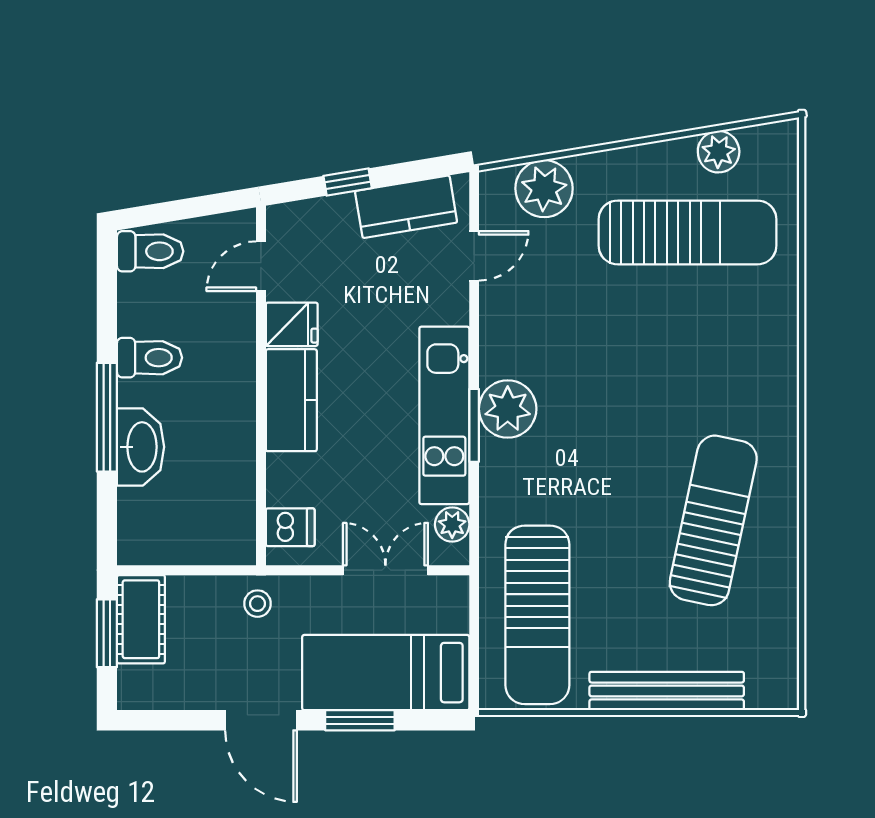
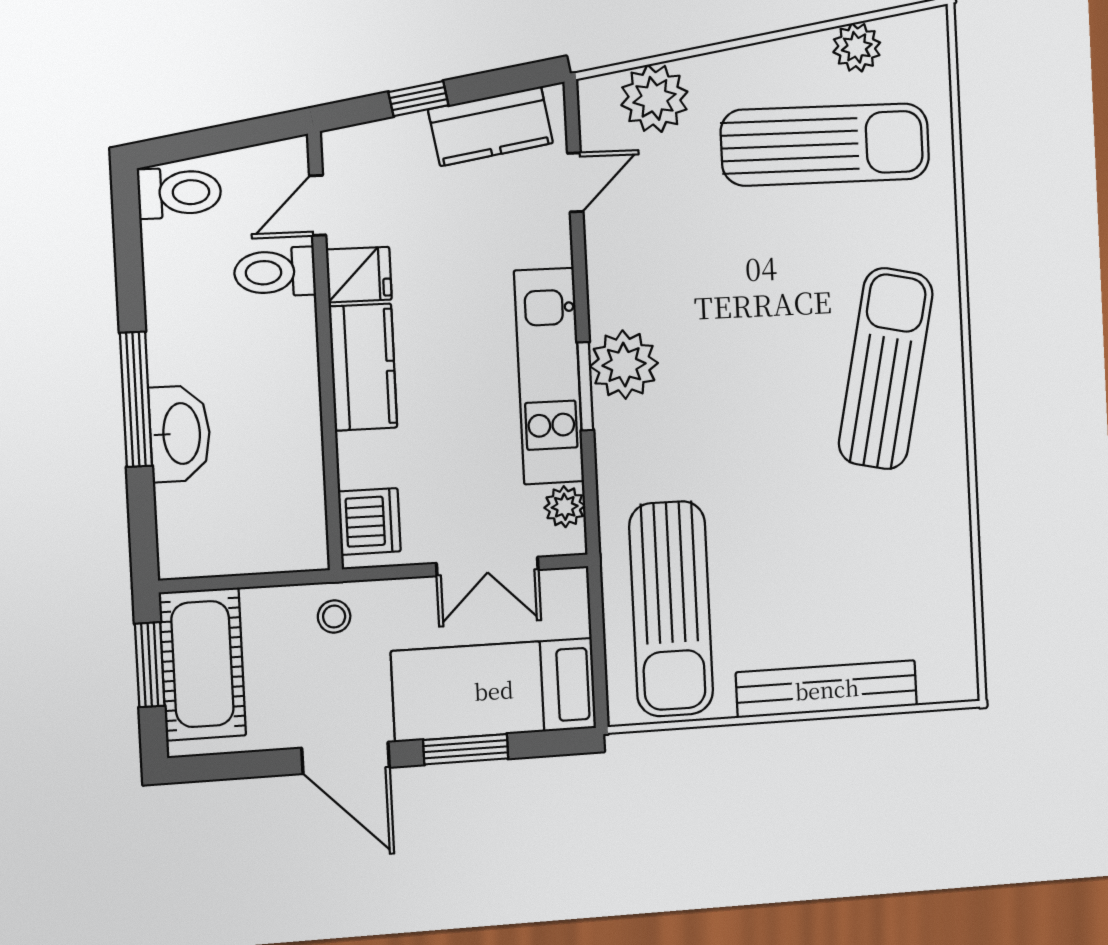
toilet: (150, 358) -> (275, 272), moved, turned 180
sun lounger: (713, 520) -> (886, 369), moved
dishwasher: (290, 527) -> (369, 521), width x1.38
double door: (385, 570) -> (487, 566), swing flipped
cot: (141, 619) -> (202, 664), width x1.37, depth x1.34

